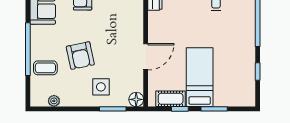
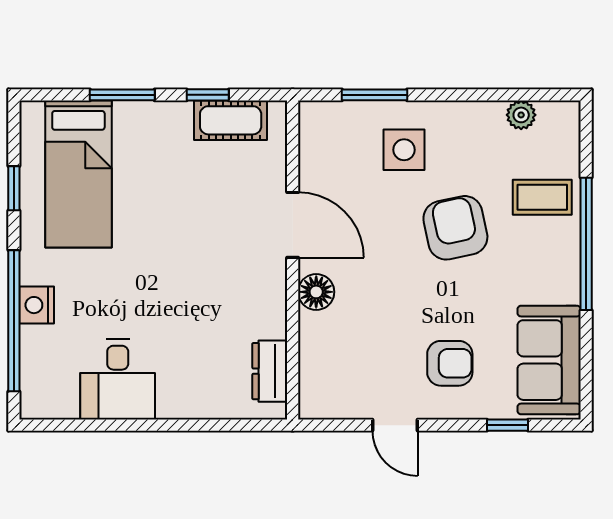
nightstand: (248, 25) -> (37, 305), added
door: (146, 57) -> (293, 225), swing flipped
bed: (200, 77) -> (78, 174), moved
floor lamp: (136, 99) -> (316, 292), moved

